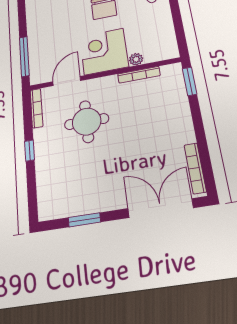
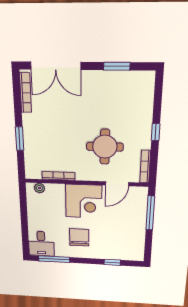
plant: (136, 59) -> (40, 188), moved
window: (190, 81) -> (20, 139), moved

